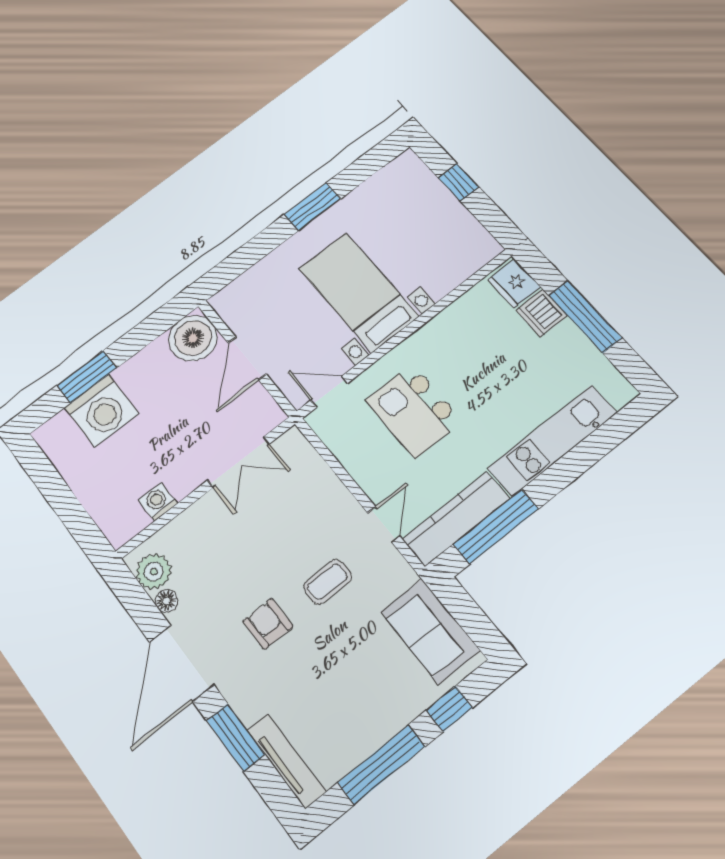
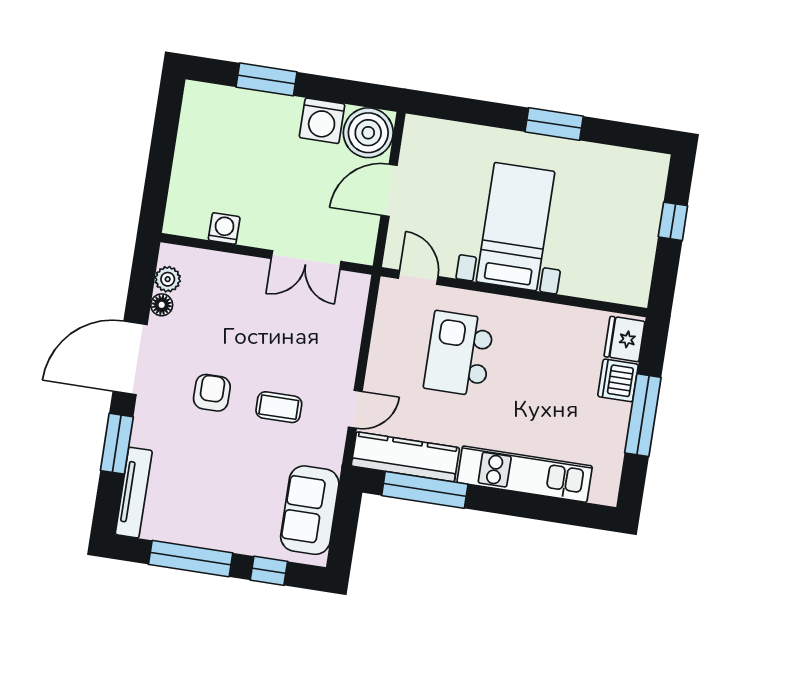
washing machine: (102, 410) -> (322, 121), moved, width x0.73, depth x0.73
plant: (154, 571) -> (168, 279), width x0.73, depth x0.73

